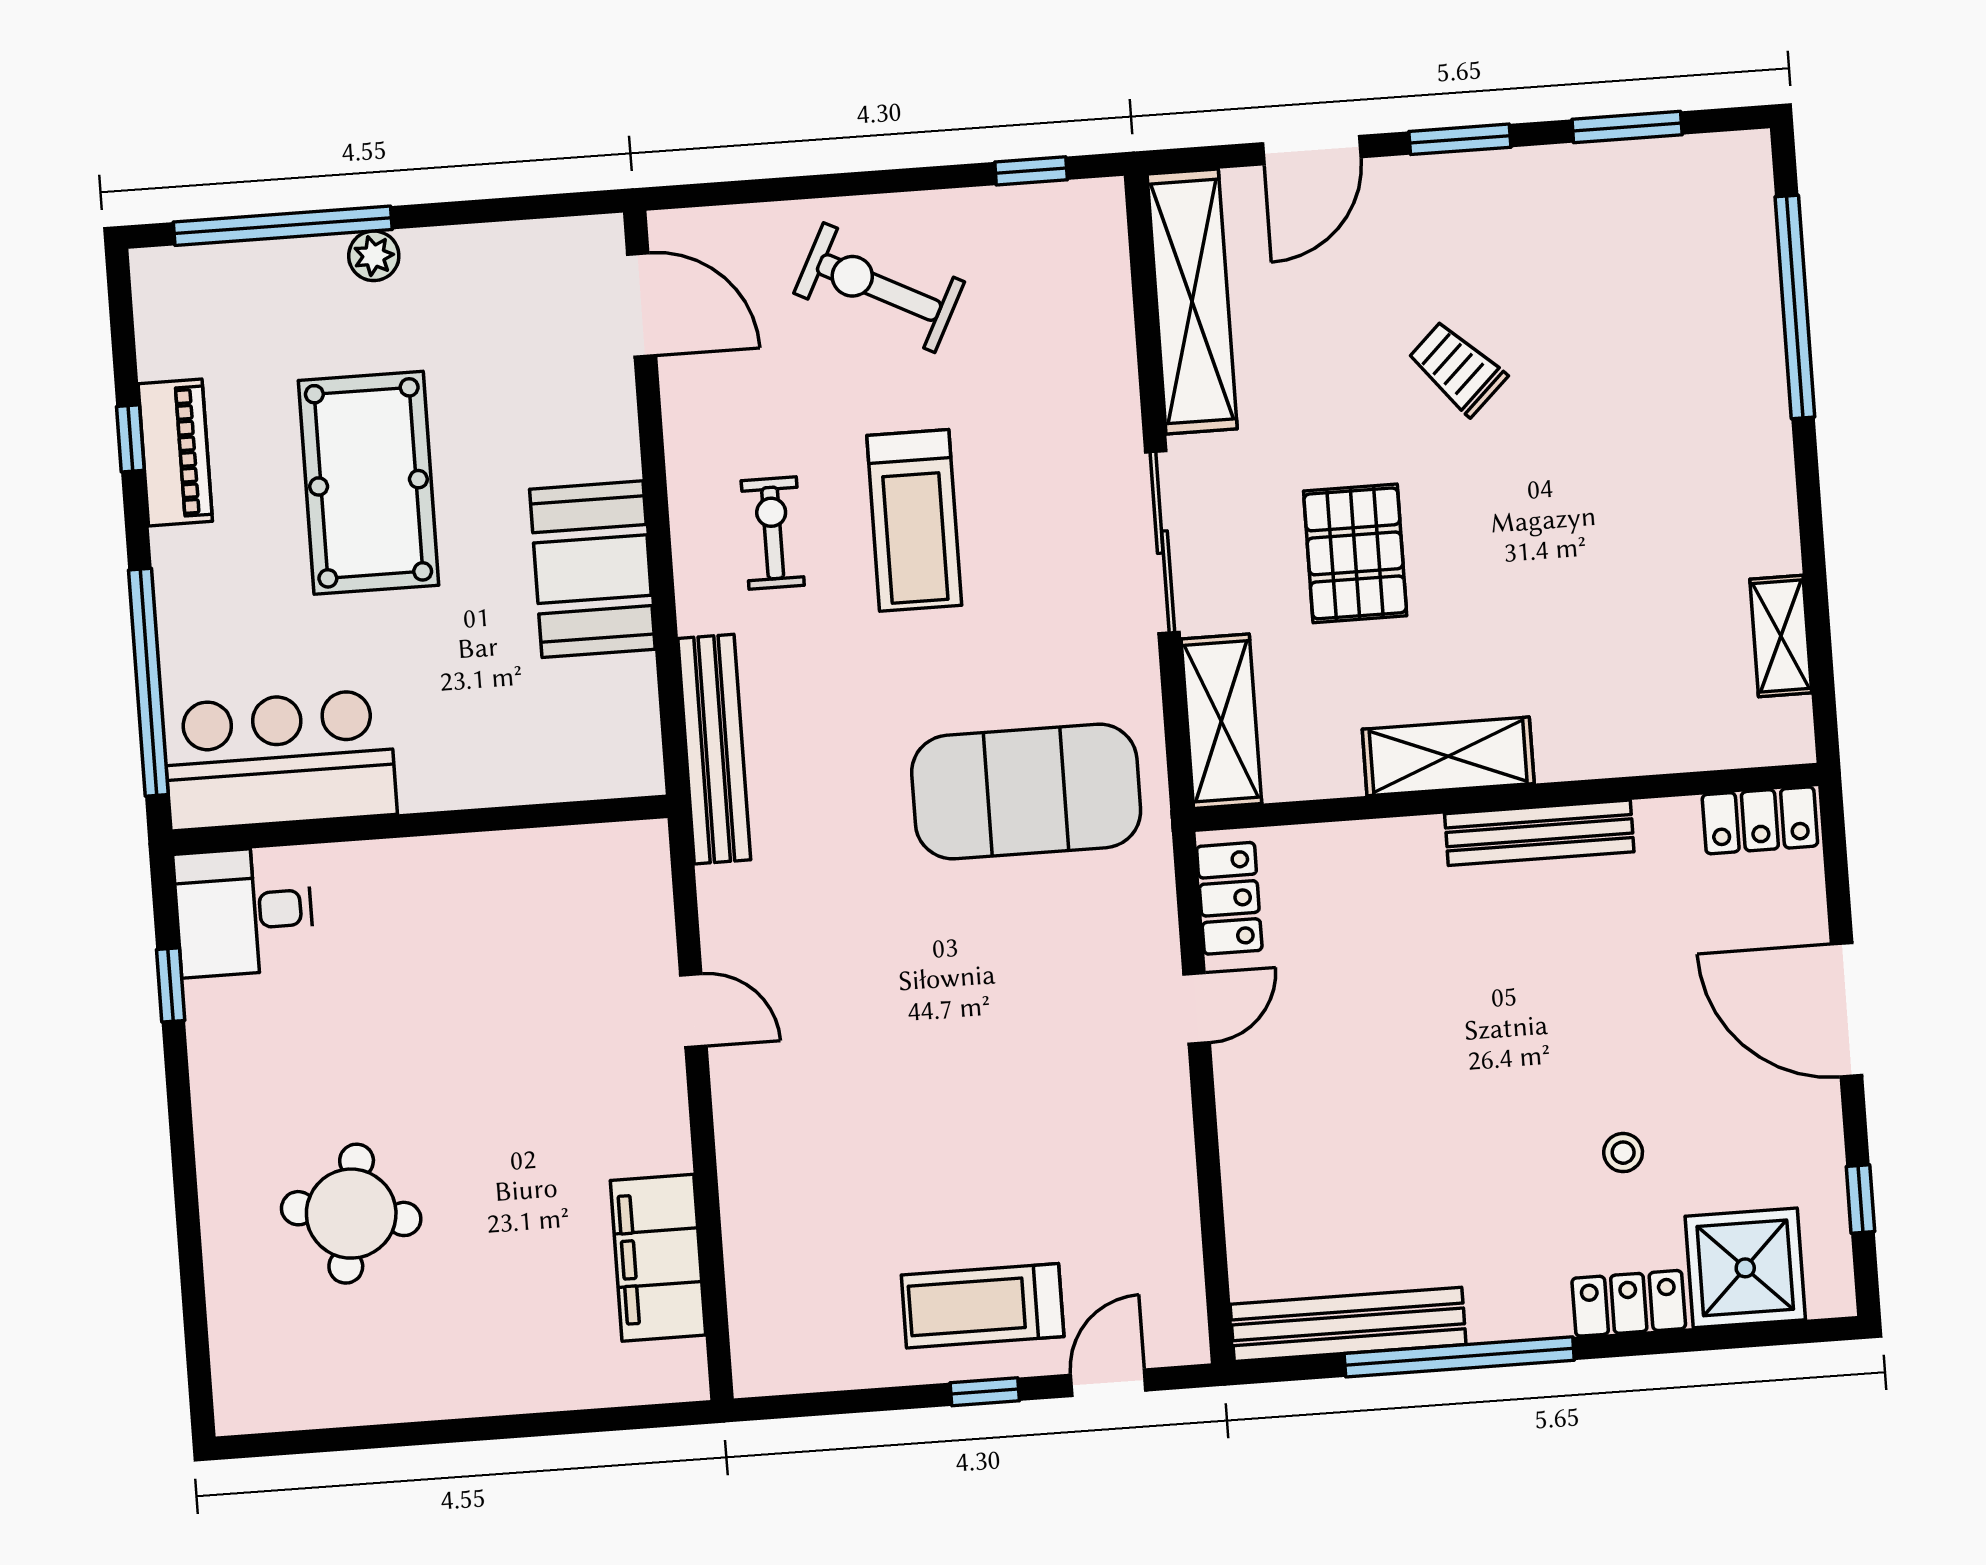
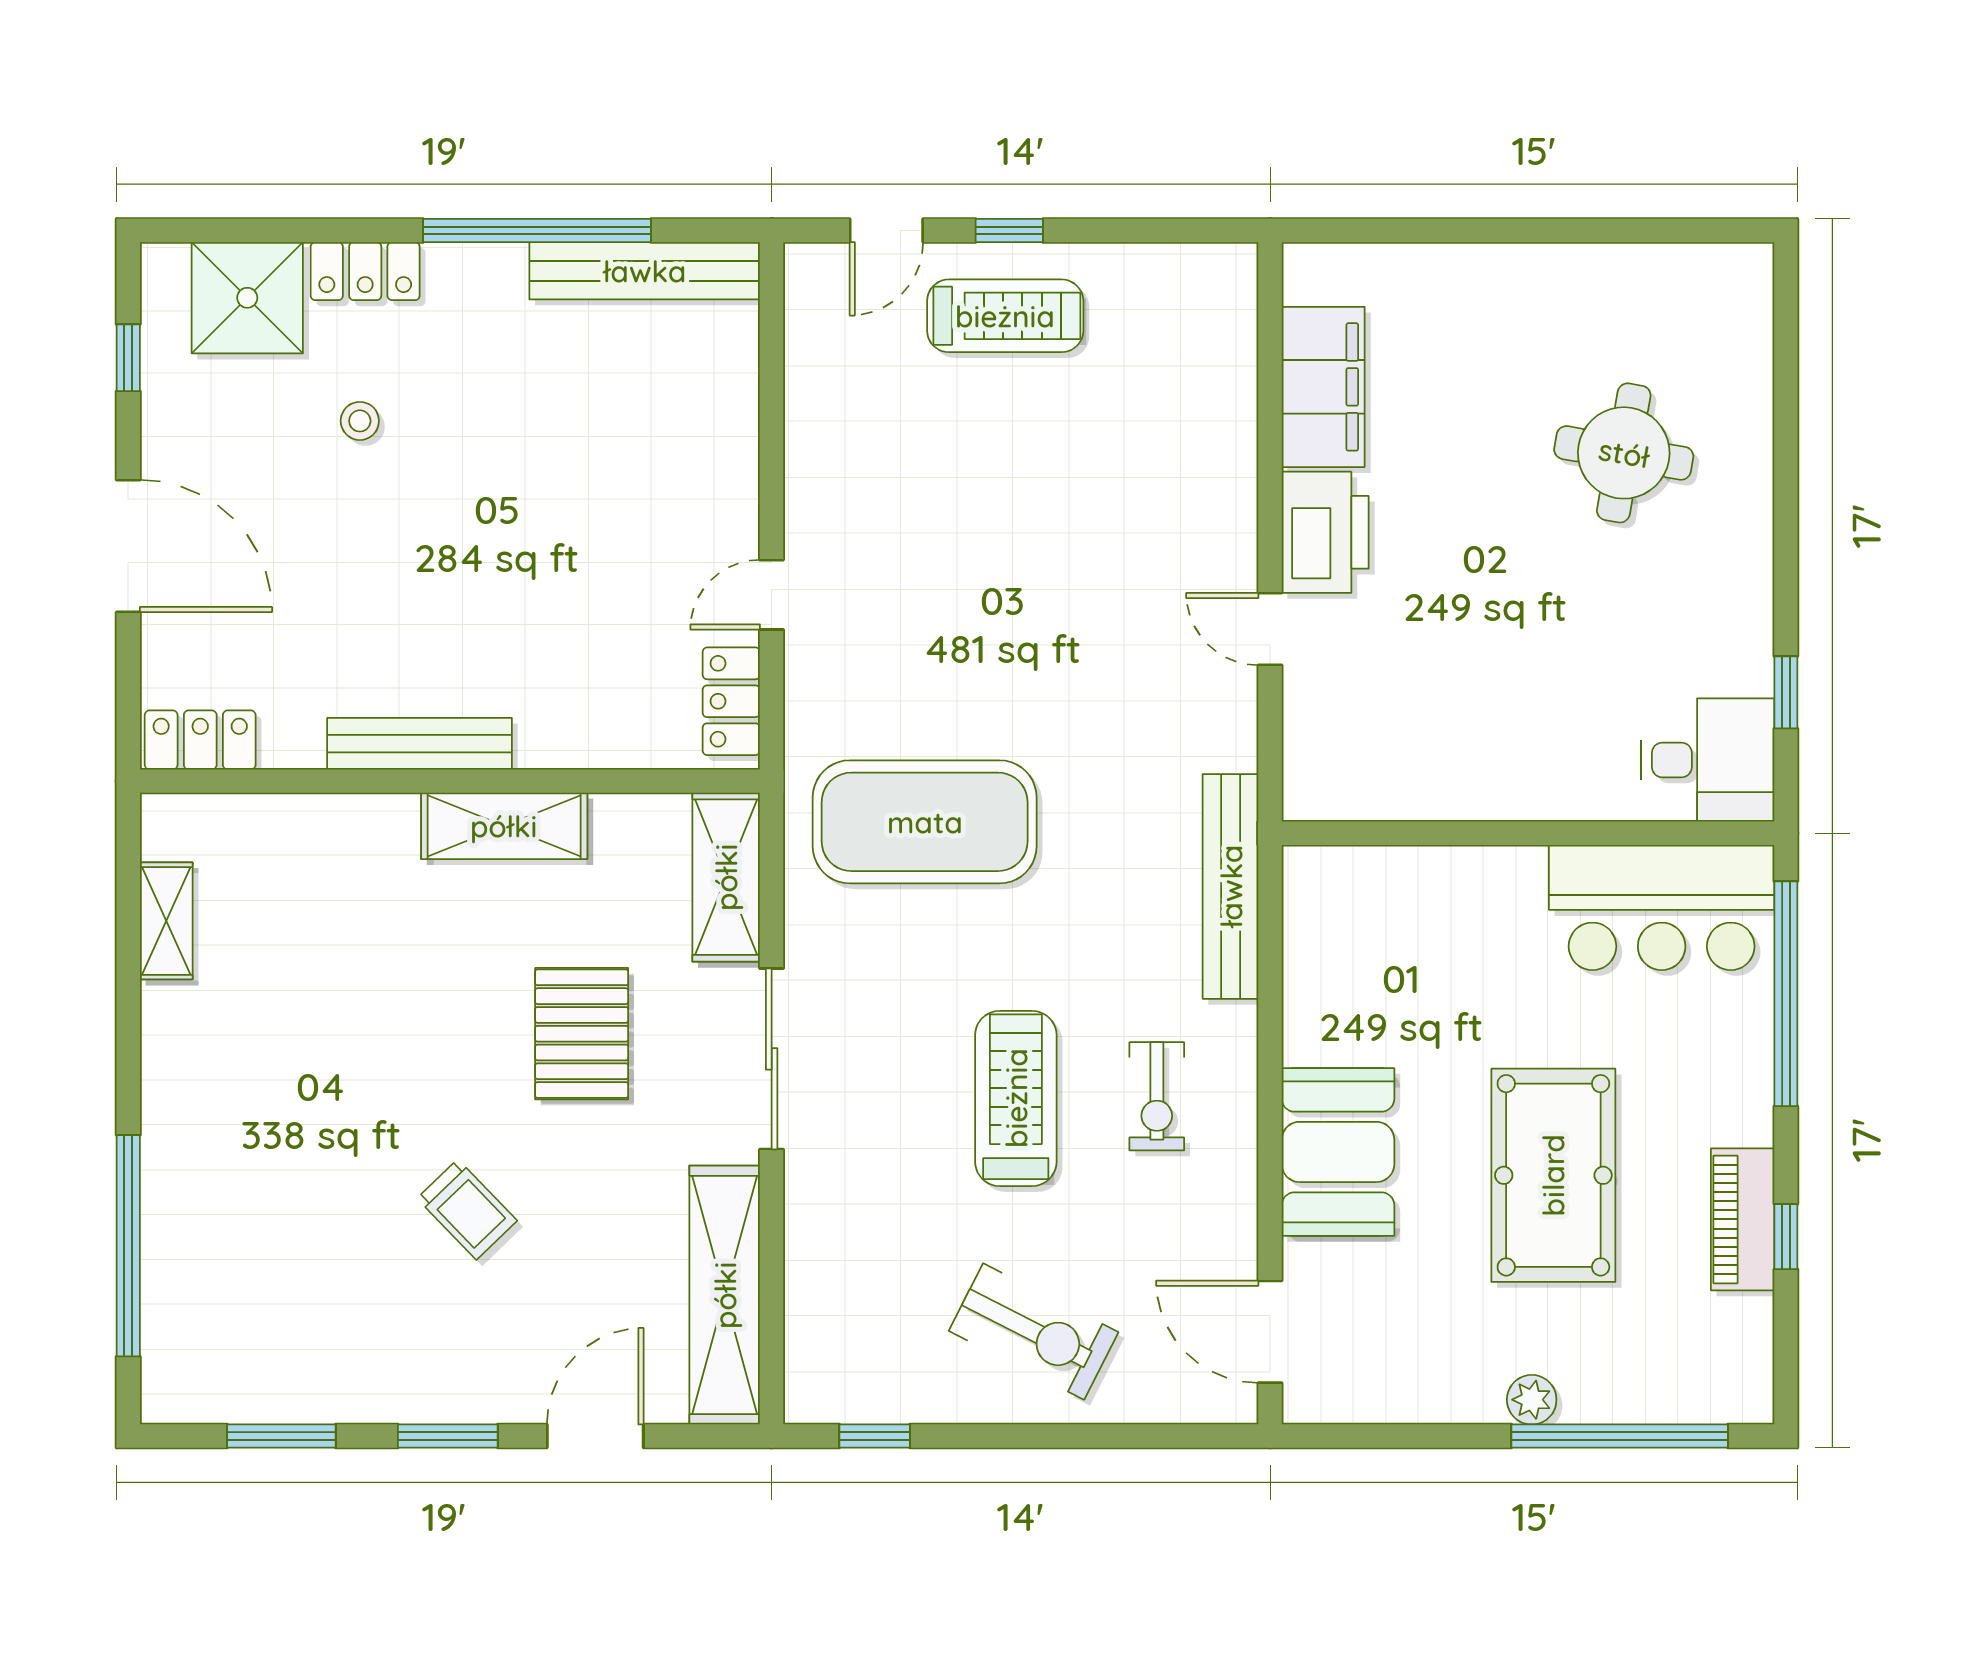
booth: (592, 569) -> (1338, 1152), moved
printer: (645, 1112) -> (1325, 532), added

